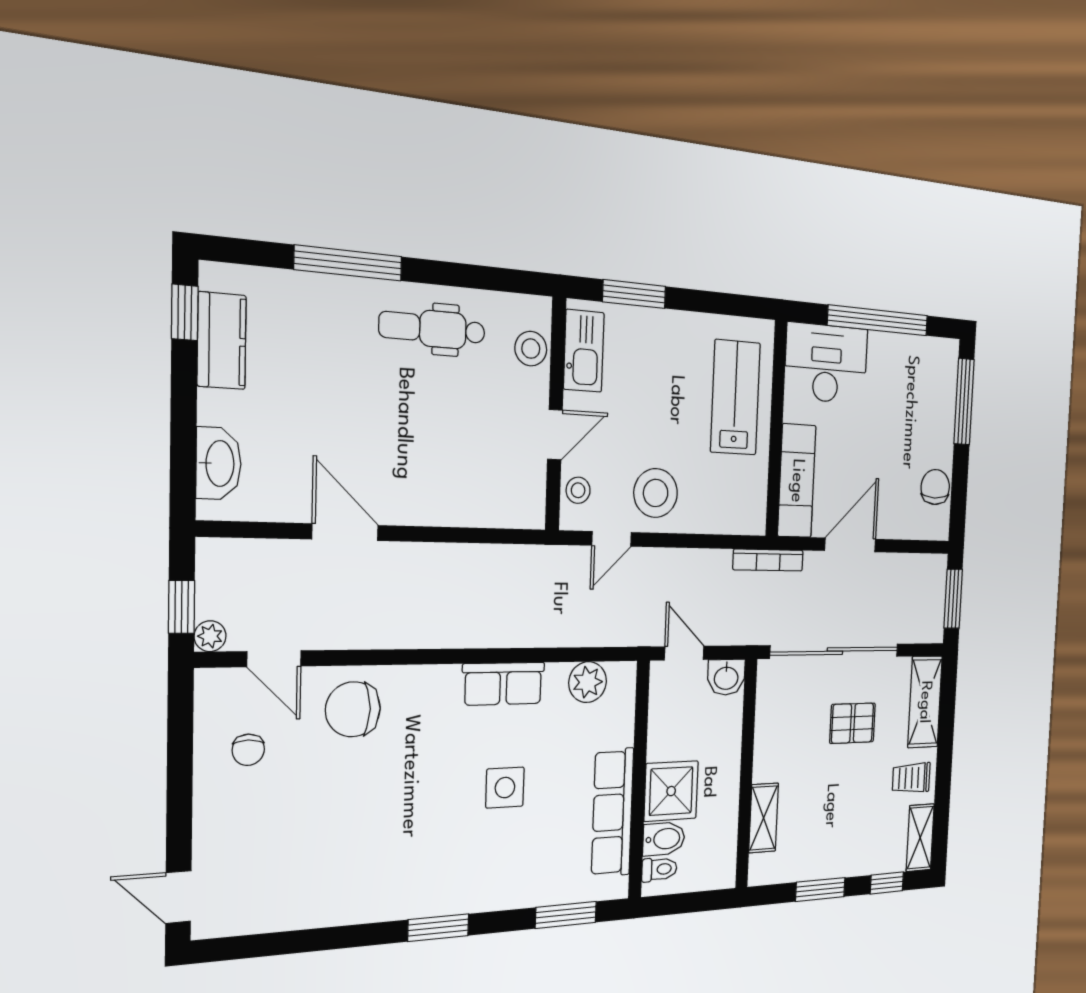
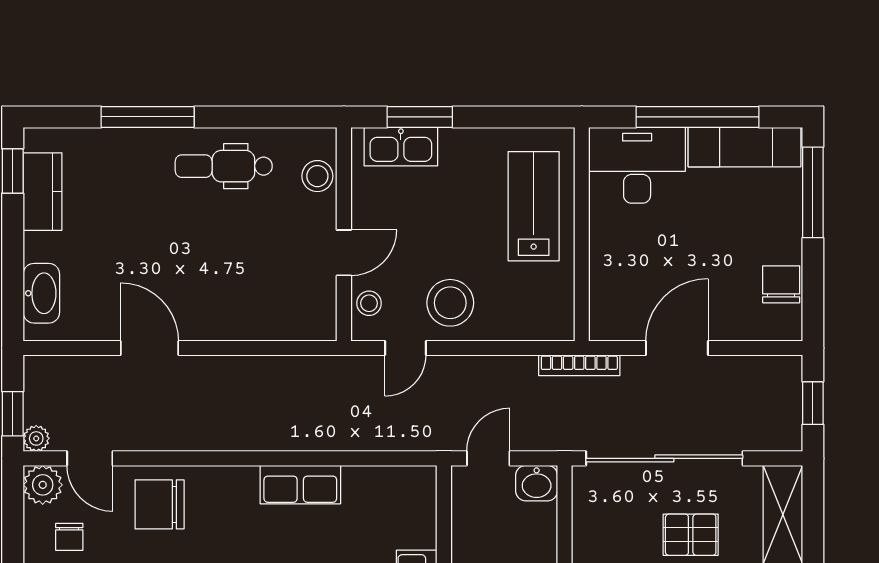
kitchen sink: (584, 351) -> (401, 147), moved, turned 90
exam couch: (797, 481) -> (745, 147), moved, turned 90
window: (953, 599) -> (813, 403), width x0.67
door: (684, 653) -> (488, 458), hinge flipped
plant: (588, 682) -> (43, 485), moved

